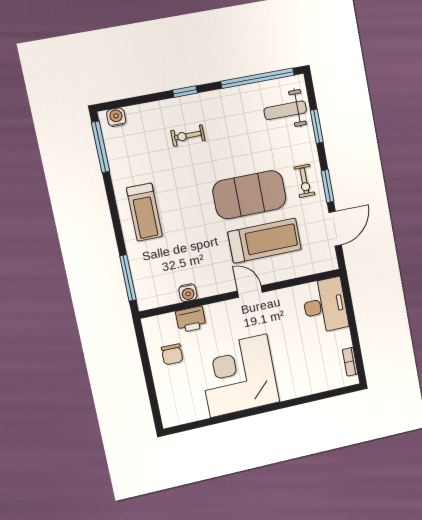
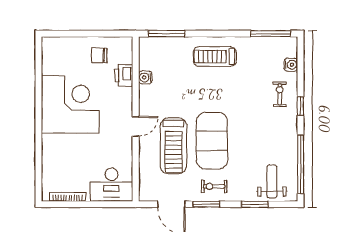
water cooler: (116, 117) -> (291, 65), moved
exercise bike: (188, 136) -> (280, 94), moved
bookcase: (350, 362) -> (68, 197), width x1.56

